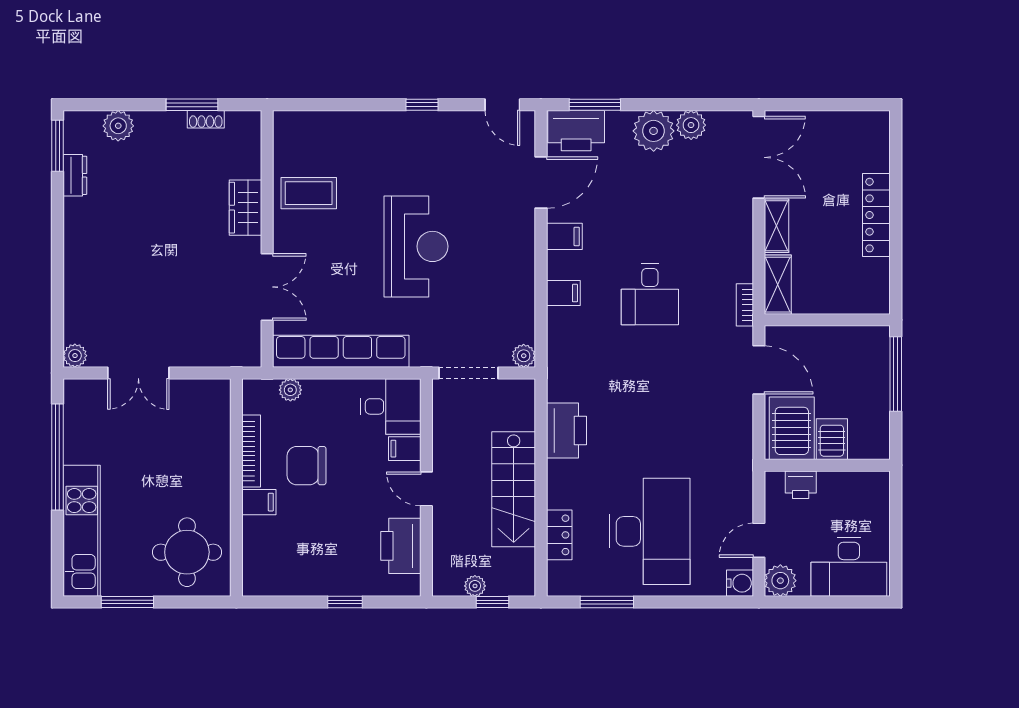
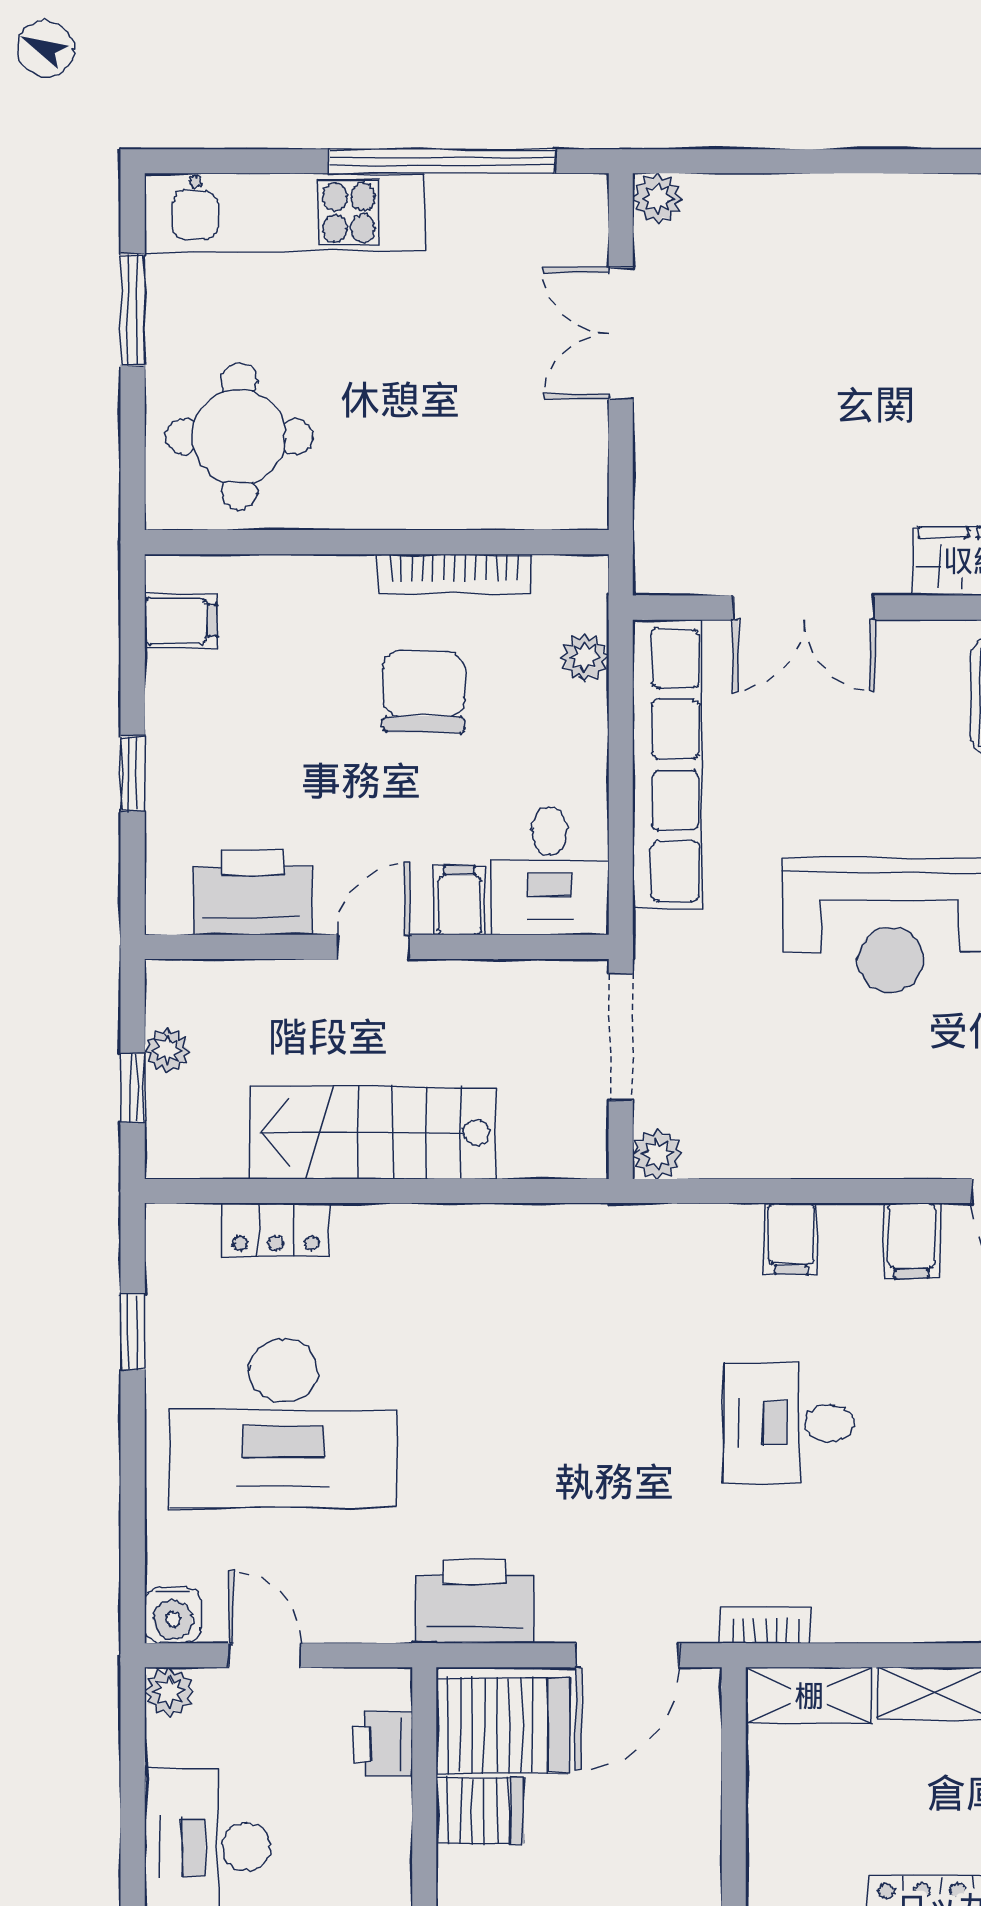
printer: (566, 431) -> (474, 1601), moved, turned 180
filing cabinet: (259, 502) -> (181, 621), moved, turned -90
plant: (780, 581) -> (169, 1692), width x0.73, depth x0.73
window: (607, 602) -> (133, 1332), width x0.67

